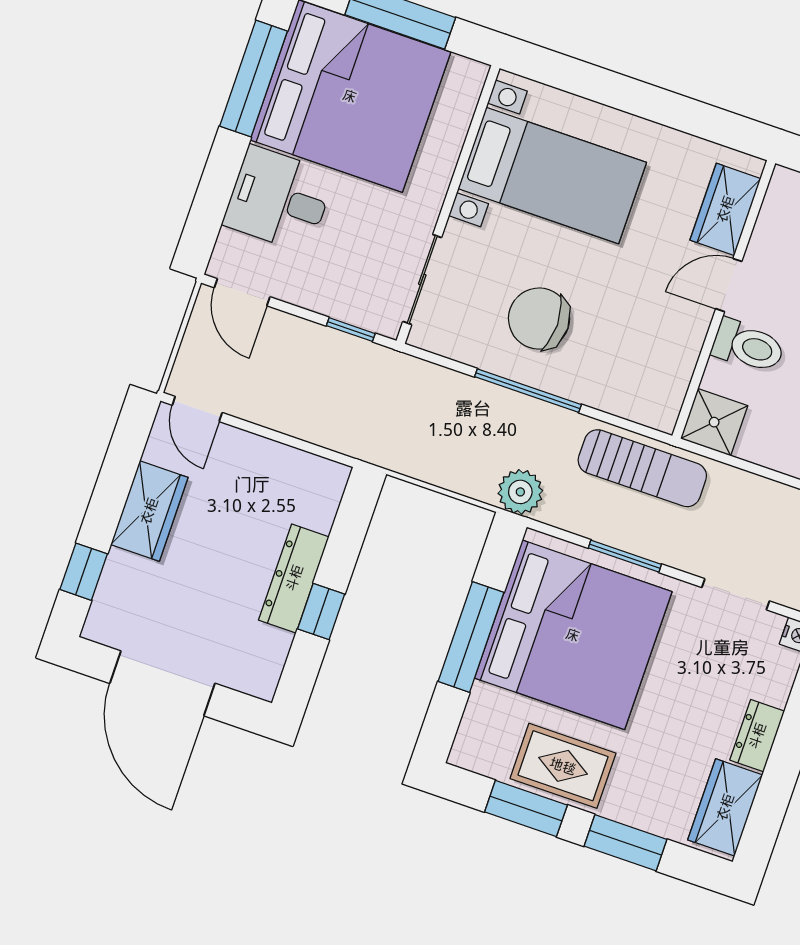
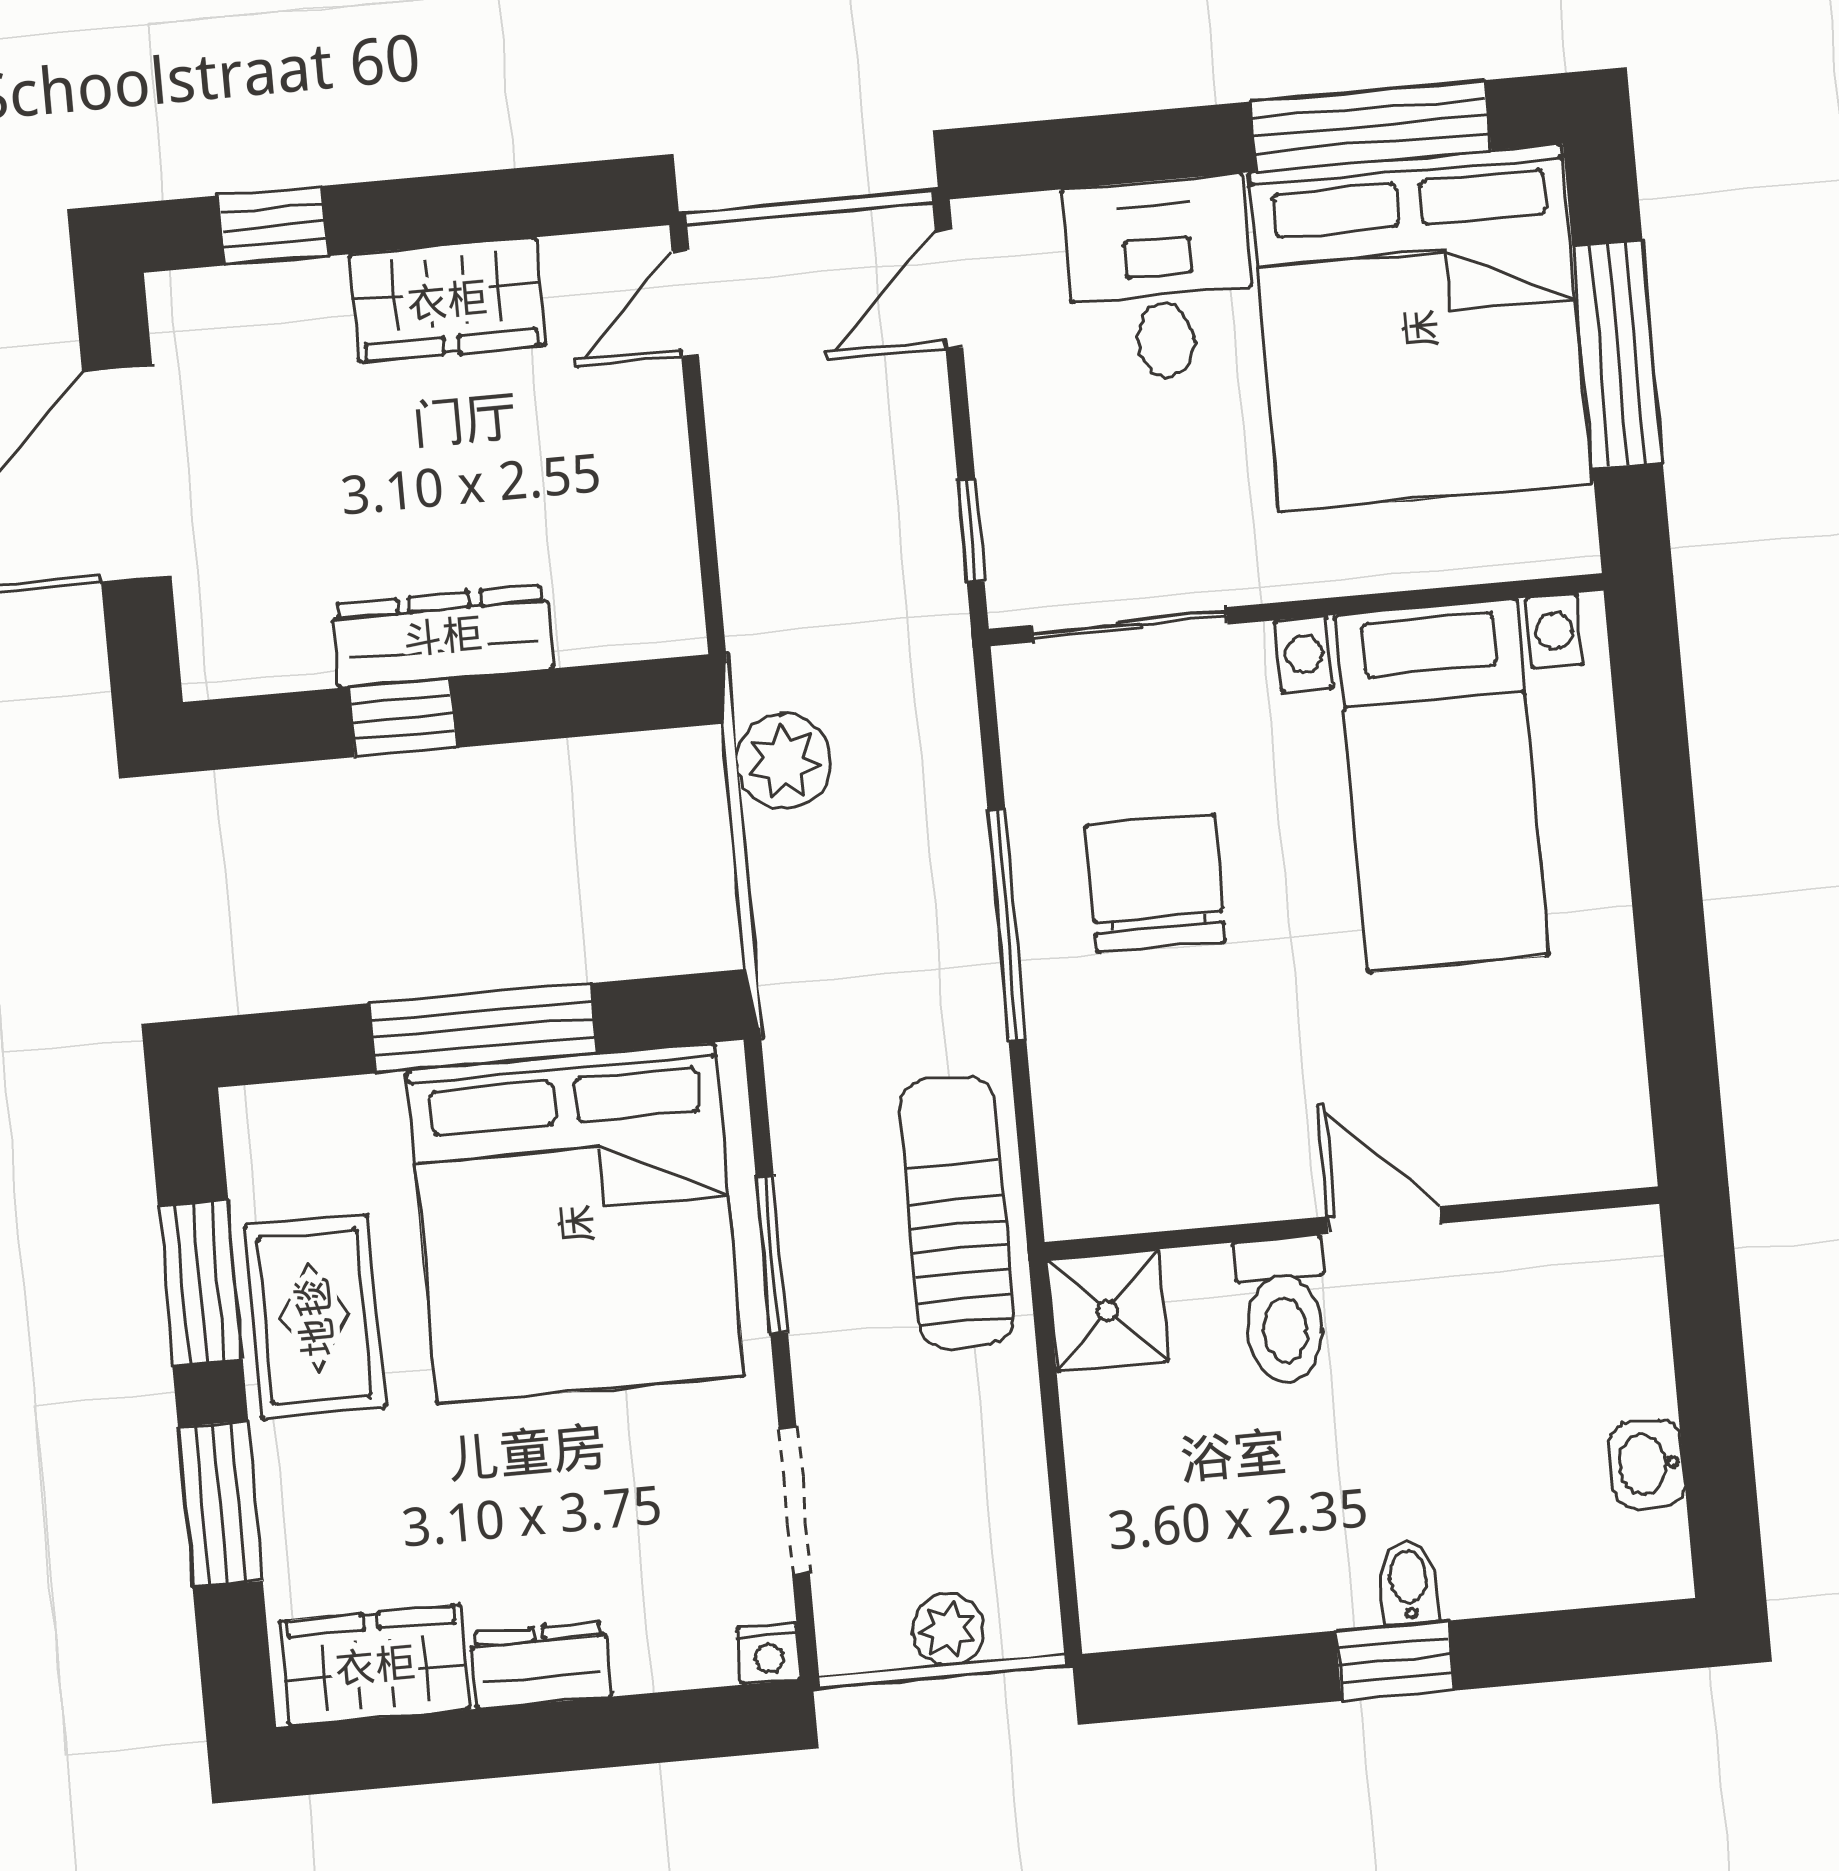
wardrobe: (725, 209) -> (1527, 1148), removed
sun lounger: (642, 468) -> (956, 1212), turned 180
plant: (520, 492) -> (784, 761), moved

